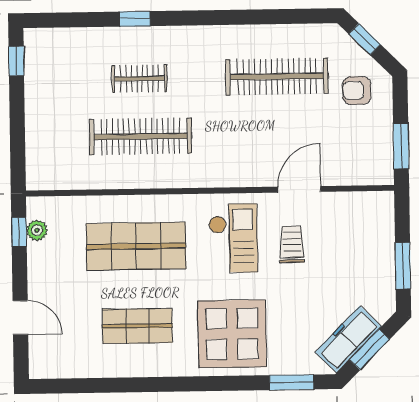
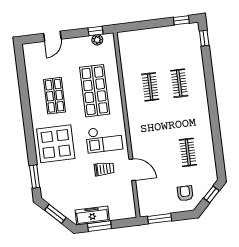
window: (135, 19) -> (204, 38), moved
clothes rail: (277, 76) -> (188, 152), width x0.54, depth x0.76
clothes rail: (140, 136) -> (150, 87), width x0.54, depth x0.76
freezer: (348, 339) -> (92, 216), moved, turned -45

